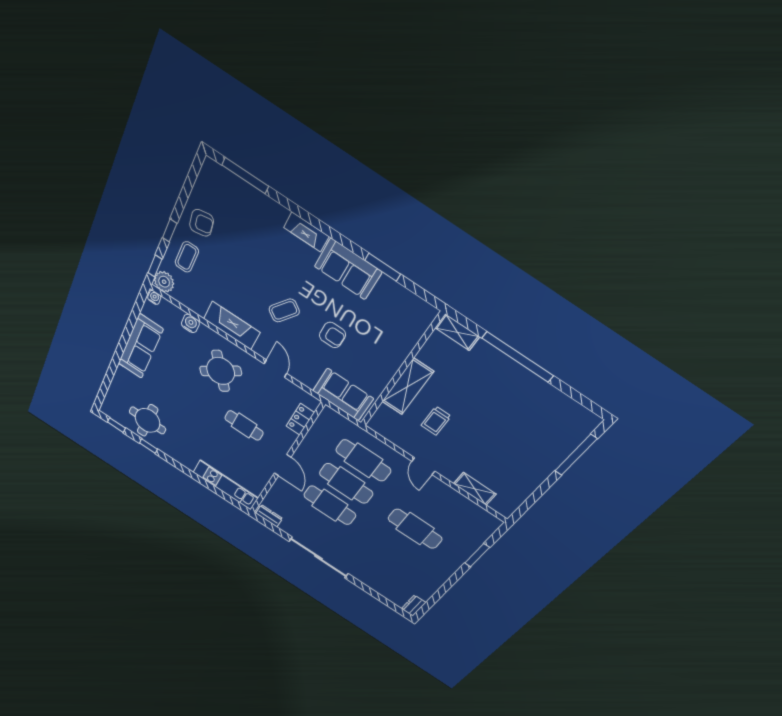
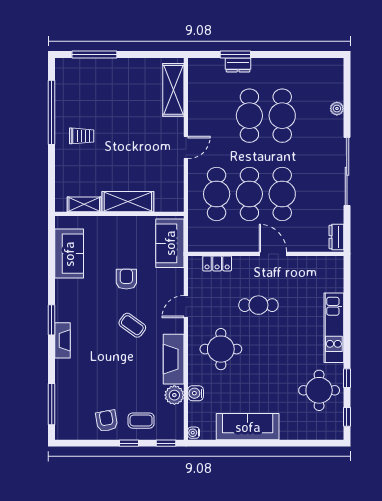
window: (383, 267) -> (52, 320), moved
sofa: (348, 269) -> (69, 254), moved
plant: (164, 282) -> (174, 395), moved
shelving: (457, 332) -> (84, 204), moved, turned 90
window: (518, 357) -> (52, 112), moved
round table: (221, 371) -> (221, 349), turned 37
trolley: (436, 421) -> (82, 136), moved
cafe table: (244, 425) -> (258, 305), turned 90
door: (282, 465) -> (273, 254), hinge flipped
kitchen unit: (226, 485) -> (334, 328), moved
shelving: (475, 489) -> (173, 90), width x1.50, depth x1.33
cafe table: (397, 549) -> (282, 116), added
plant: (375, 585) -> (337, 109), added
dresser: (414, 606) -> (238, 65), moved

